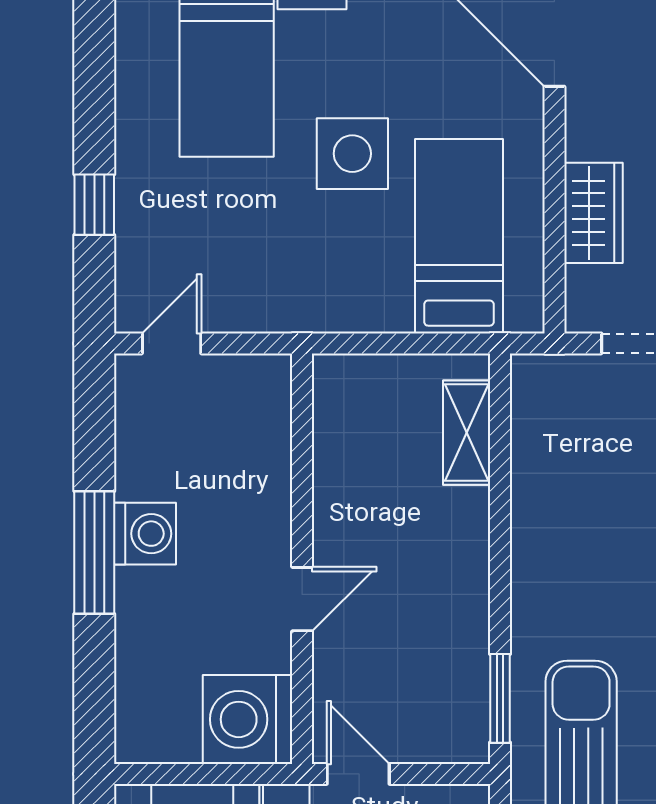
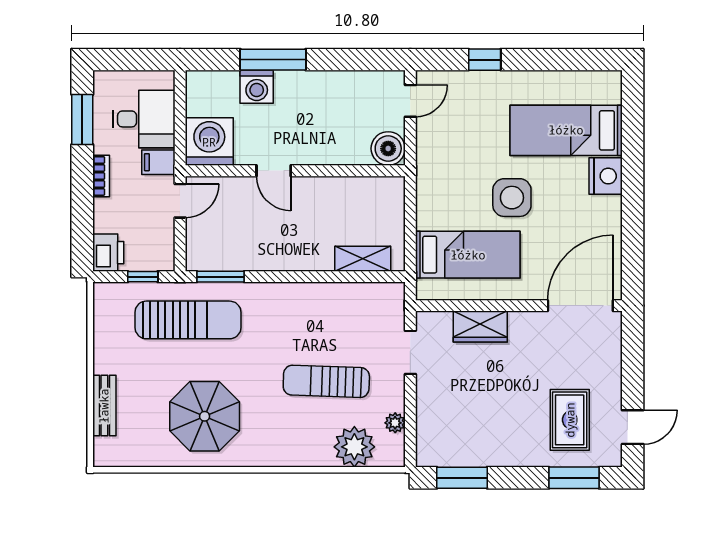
door: (172, 343) -> (410, 101), hinge flipped
boiler: (261, 385) -> (388, 149), added
washing machine: (145, 534) -> (257, 87), moved
window: (94, 553) -> (273, 60), moved

